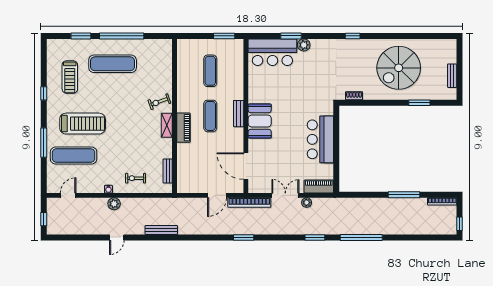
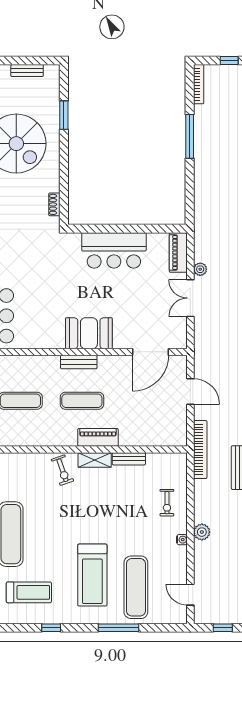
treadmill: (83, 124) -> (92, 575), turned 180
bench: (168, 171) -> (129, 459), moved
bookcase: (249, 203) -> (200, 450), moved

